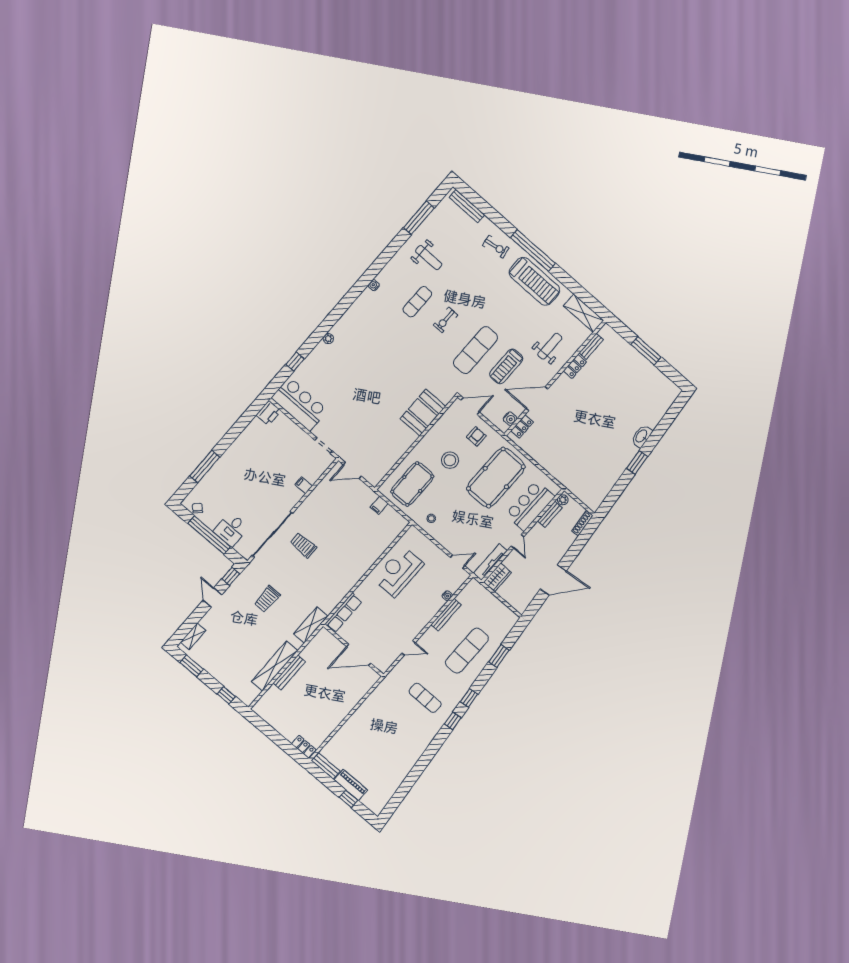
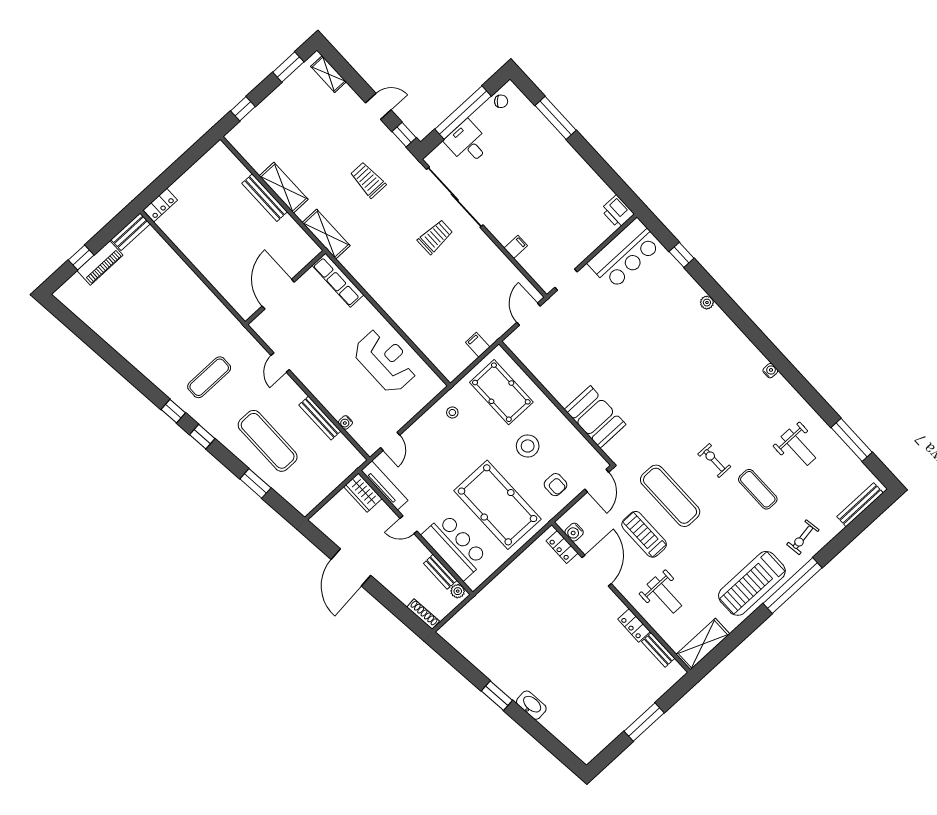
weight bench: (429, 258) -> (798, 447), turned -90
exercise mat: (417, 302) -> (758, 489), moved
shelving: (275, 666) -> (284, 188), width x0.68

